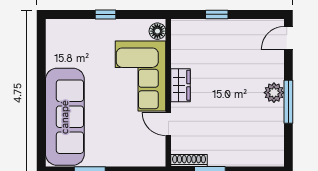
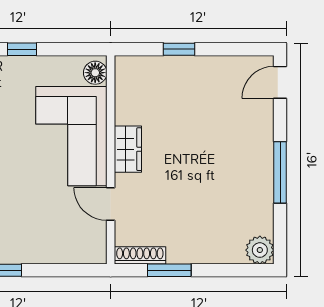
plant: (274, 93) -> (260, 250), moved

